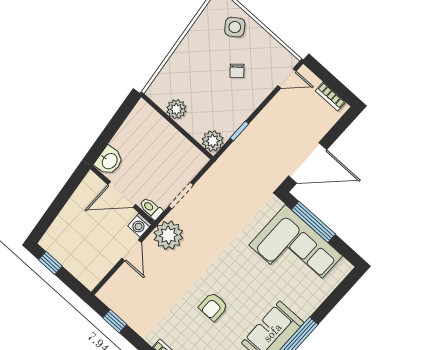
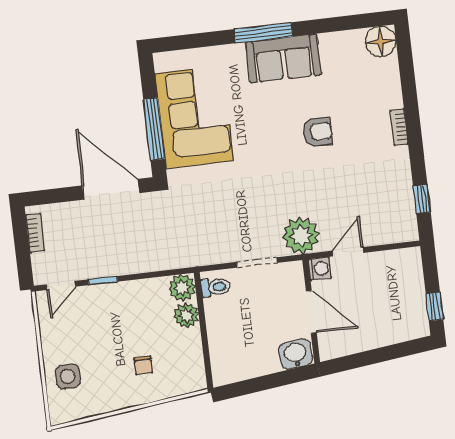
side table: (235, 27) -> (68, 376), turned 35
chair: (237, 71) -> (143, 365), moved, turned 131
door: (287, 78) -> (61, 285), swing flipped
plant: (176, 109) -> (186, 315), moved
window: (239, 131) -> (103, 281), moved
toilet: (151, 208) -> (216, 287), moved, turned -90

